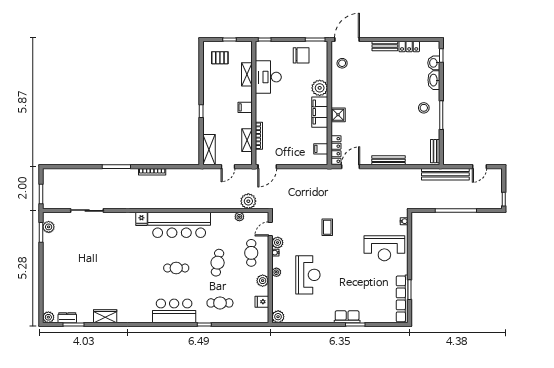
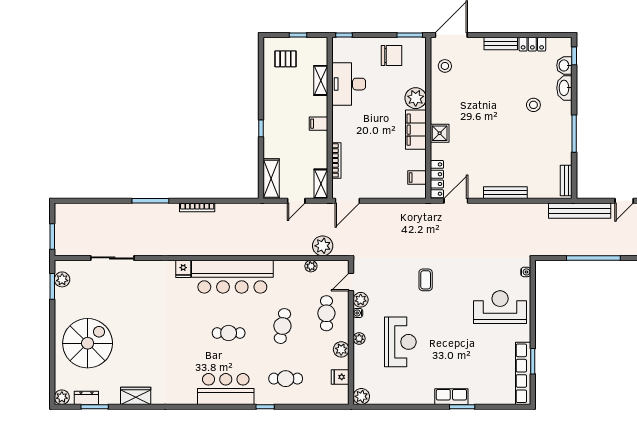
stool: (424, 108) -> (533, 105), moved
shelving: (247, 140) -> (321, 184), moved
reception desk: (384, 248) -> (500, 307), turned 180
spiral stairs: (68, 276) -> (88, 343), added

